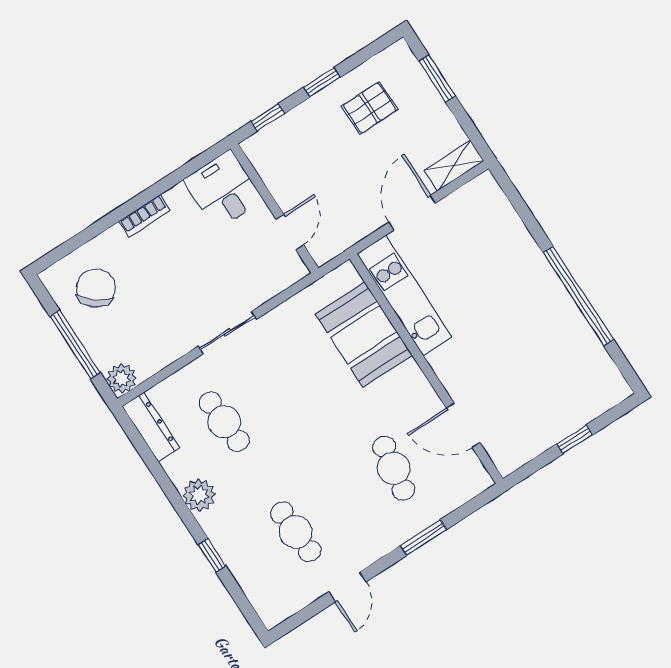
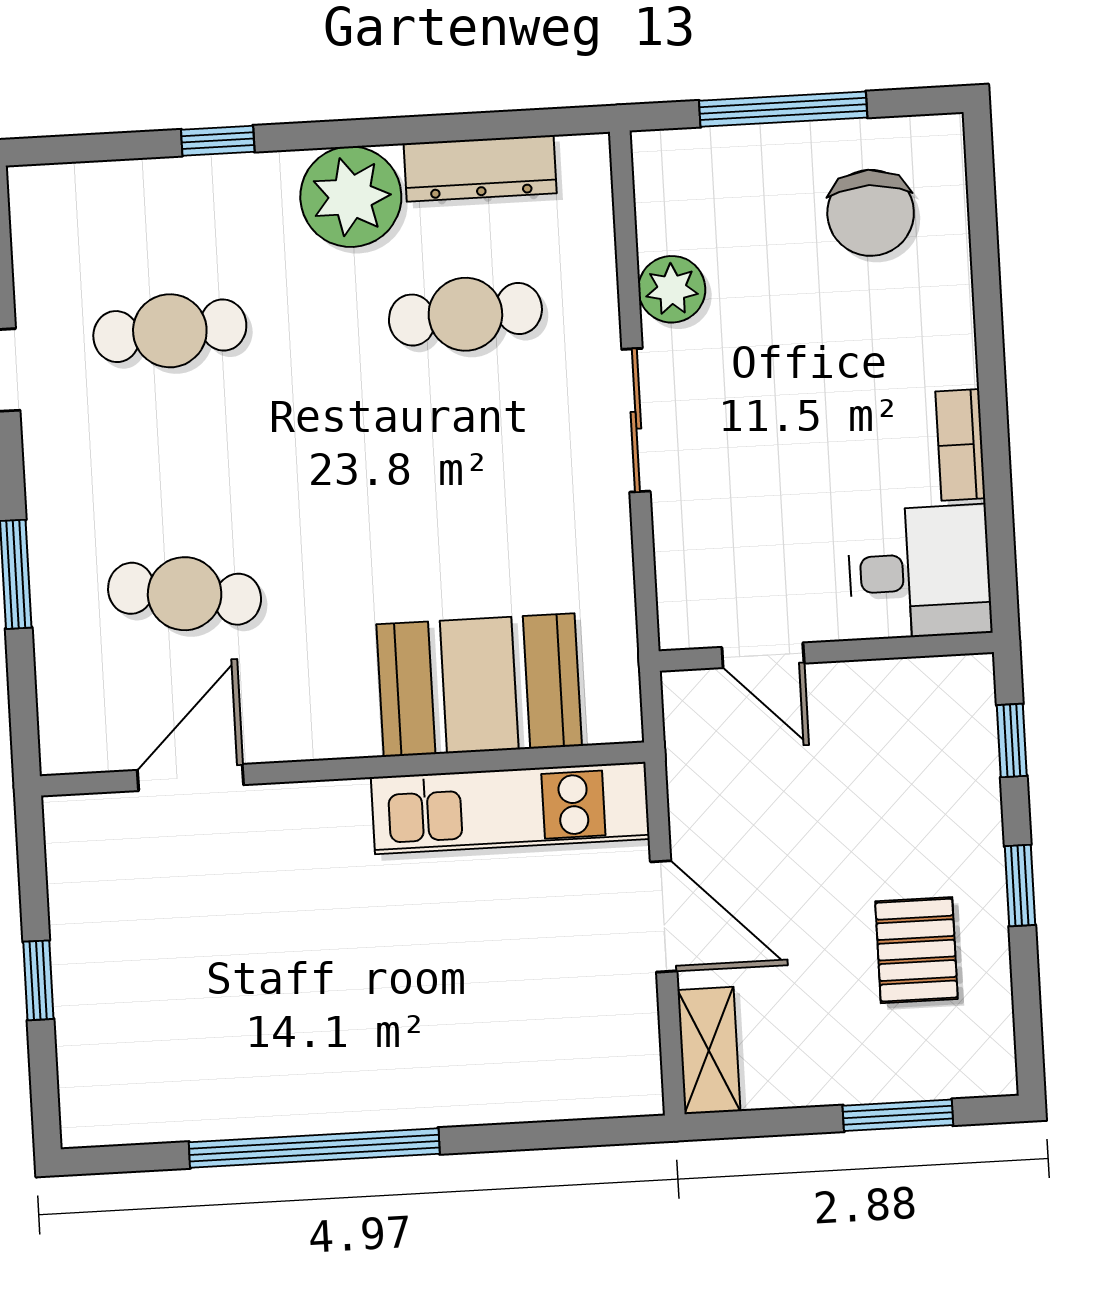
bookcase: (144, 216) -> (960, 445), moved
chair: (96, 288) -> (871, 213), turned 52
plant: (122, 379) -> (672, 289), moved
dresser: (151, 427) -> (480, 168), moved
plant: (199, 495) -> (351, 197), width x1.36, depth x1.36

